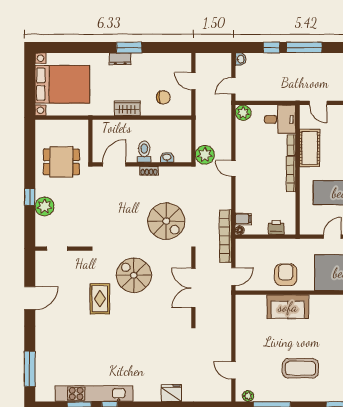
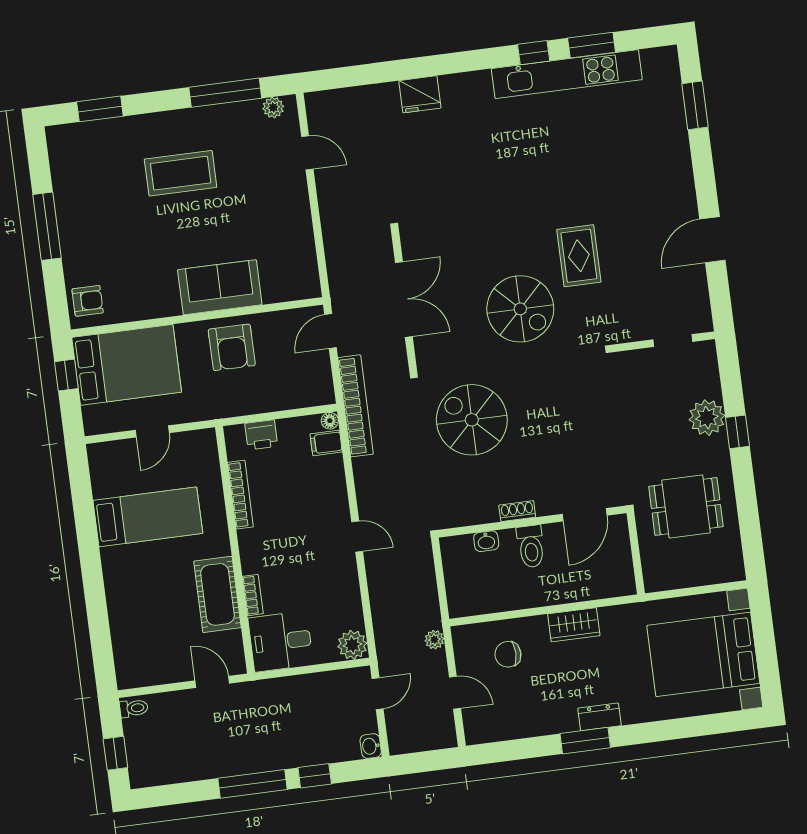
plant: (205, 155) -> (434, 640), moved, width x0.53, depth x0.53
bookcase: (291, 174) -> (240, 495), moved
window: (30, 369) -> (695, 105), width x0.69

